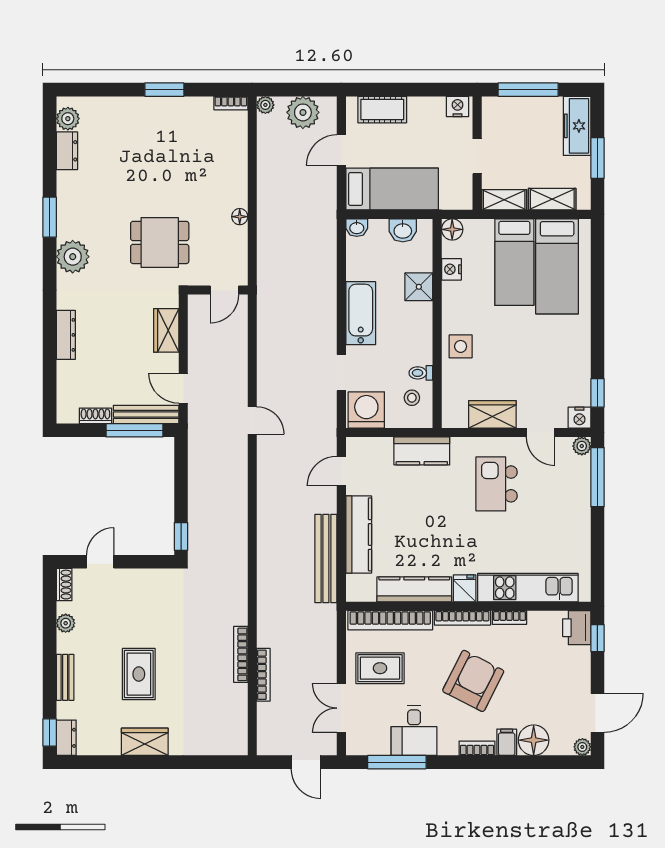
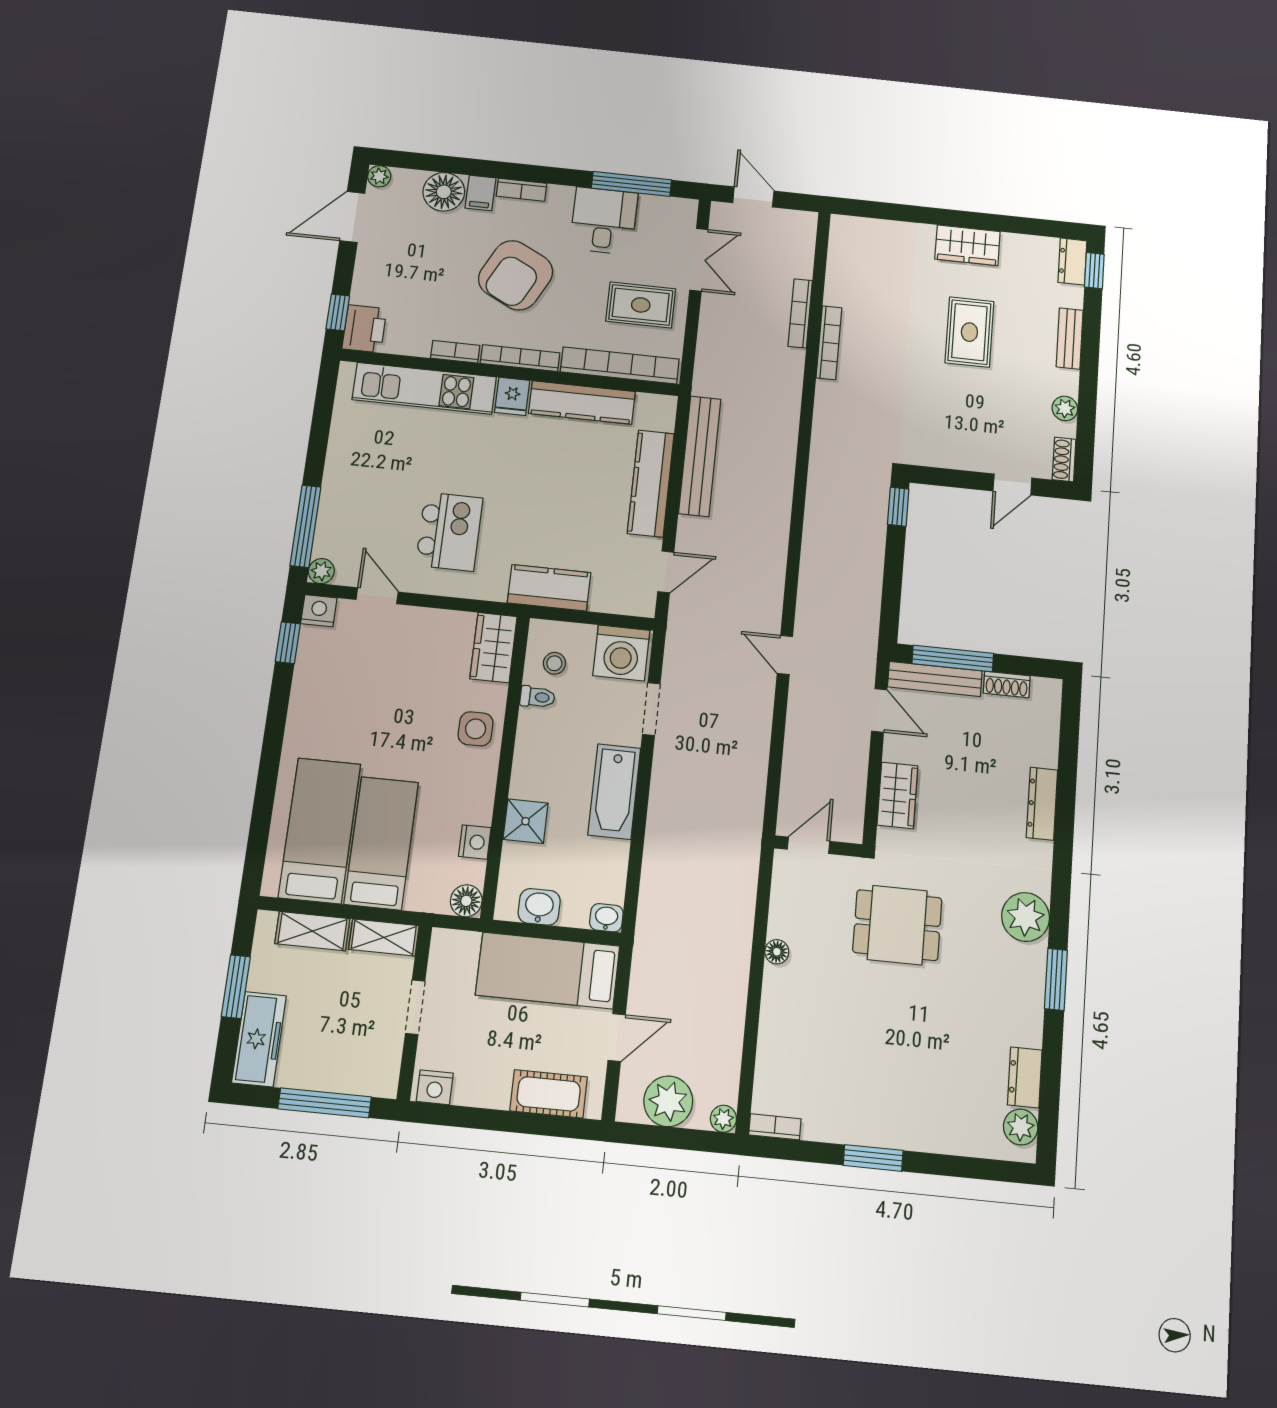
wardrobe: (492, 414) -> (493, 648), moved, turned 90

